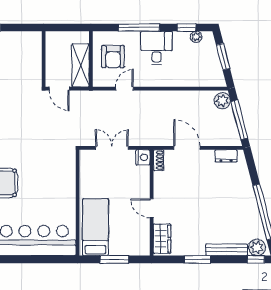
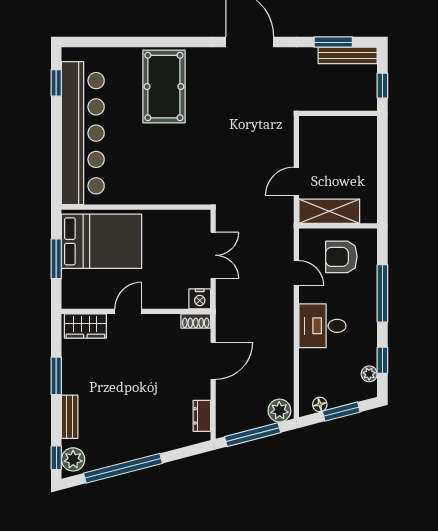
desk: (157, 48) -> (322, 326), moved, turned 180
wall: (44, 59) -> (338, 113), moved
floor lamp: (218, 72) -> (320, 404), added
bed: (95, 227) -> (102, 241), width x1.50
bench: (227, 250) -> (70, 417), width x0.73

